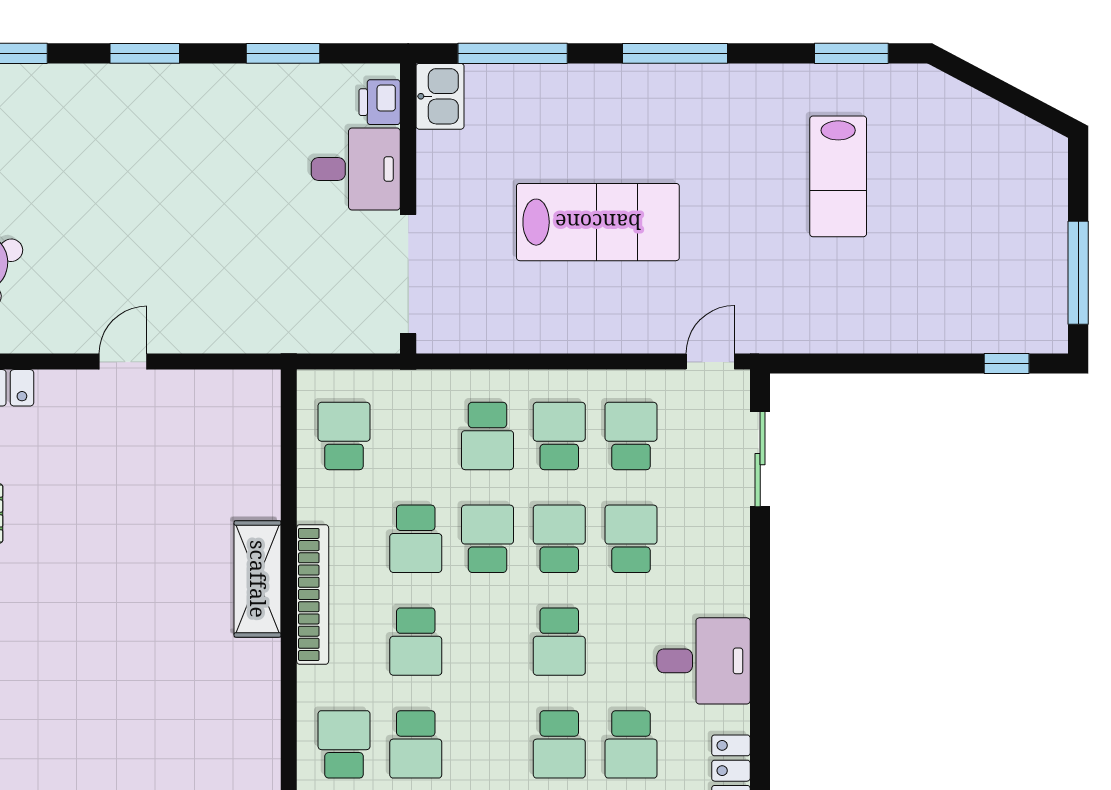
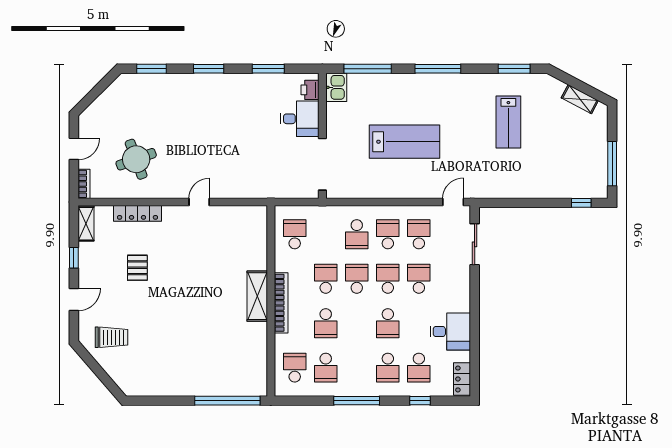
shelving: (1003, 124) -> (580, 99), added
school desk: (416, 539) -> (326, 279), turned 180

